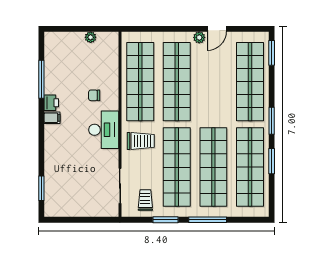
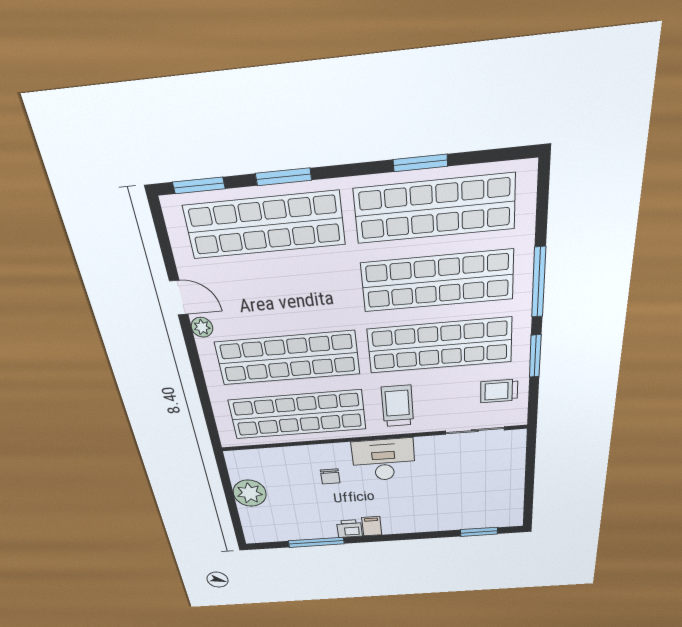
plant: (91, 37) -> (250, 493), width x1.88, depth x1.88
window: (272, 121) -> (283, 177), moved

